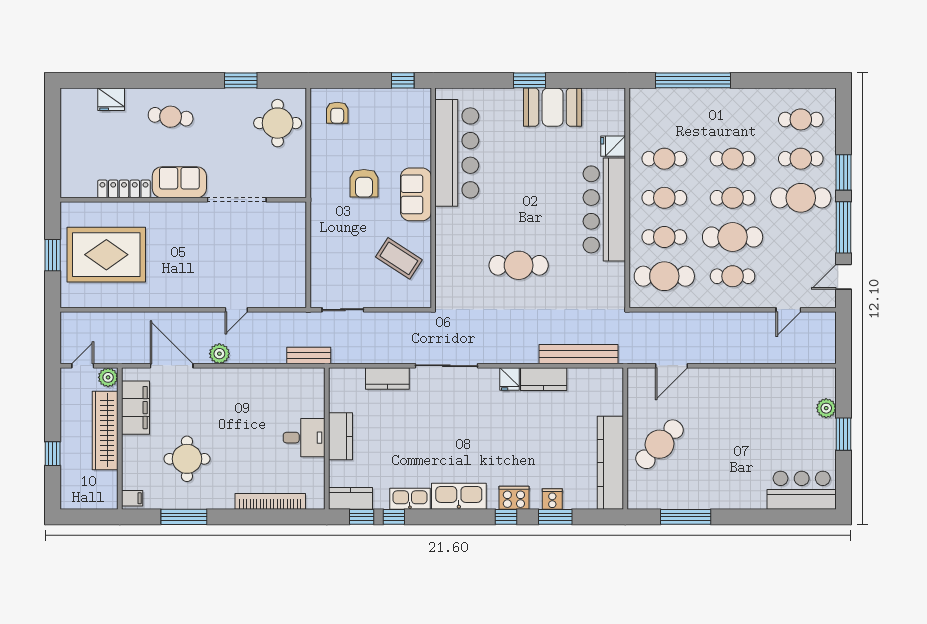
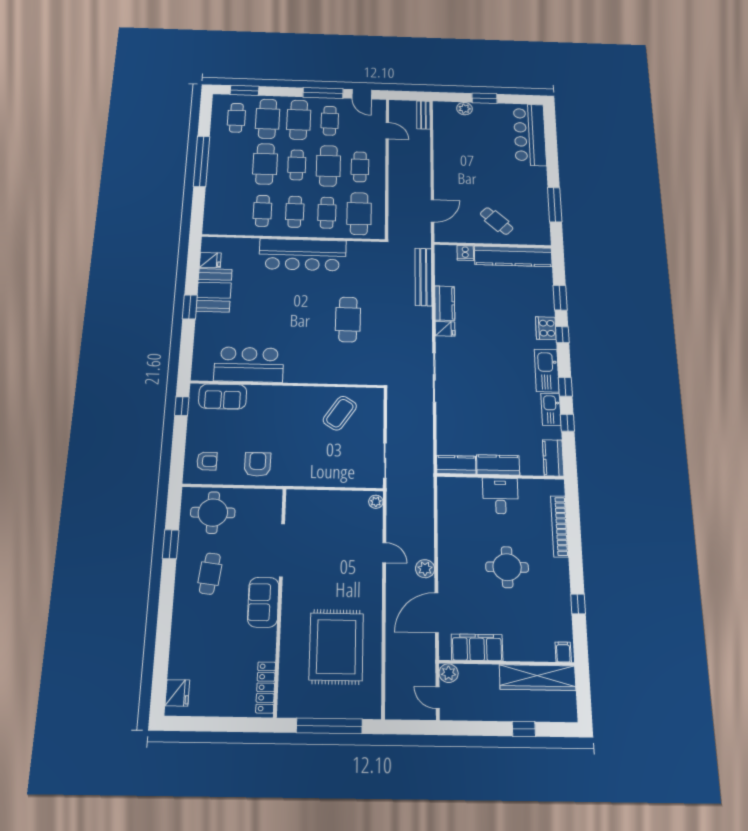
window: (693, 80) -> (202, 161), moved
fridge: (111, 99) -> (177, 693), moved
cafe table: (171, 117) -> (210, 574), moved
fridge: (613, 146) -> (210, 260), moved, turned -90
bar counter: (457, 153) -> (249, 365), width x0.73
cafe table: (733, 159) -> (265, 164), width x1.37, depth x1.35
cafe table: (801, 159) -> (268, 119), width x1.37, depth x1.35
window: (844, 172) -> (245, 90), moved
armchair: (364, 183) -> (258, 464), moved, turned -90
locker: (124, 189) -> (266, 687), moved
sofa: (416, 194) -> (223, 397), moved
cafe table: (801, 237) -> (330, 121), added
window: (53, 255) -> (329, 726), width x2.11
rug: (106, 255) -> (336, 647), moved
plant: (294, 300) -> (376, 502), added
bench: (309, 356) -> (423, 115), moved
door: (671, 366) -> (432, 211), hinge flipped
kitchen counter: (387, 378) -> (456, 465), moved, turned -90
wardrobe: (105, 430) -> (538, 678), moved
cafe table: (660, 444) -> (497, 221), width x0.73, depth x0.74
round table: (187, 459) -> (507, 567), moved
bar counter: (802, 490) -> (530, 135), width x1.36
cooker: (552, 499) -> (465, 253), moved, turned -90
window: (184, 517) -> (578, 604), width x0.46
window: (362, 517) -> (565, 387), moved

